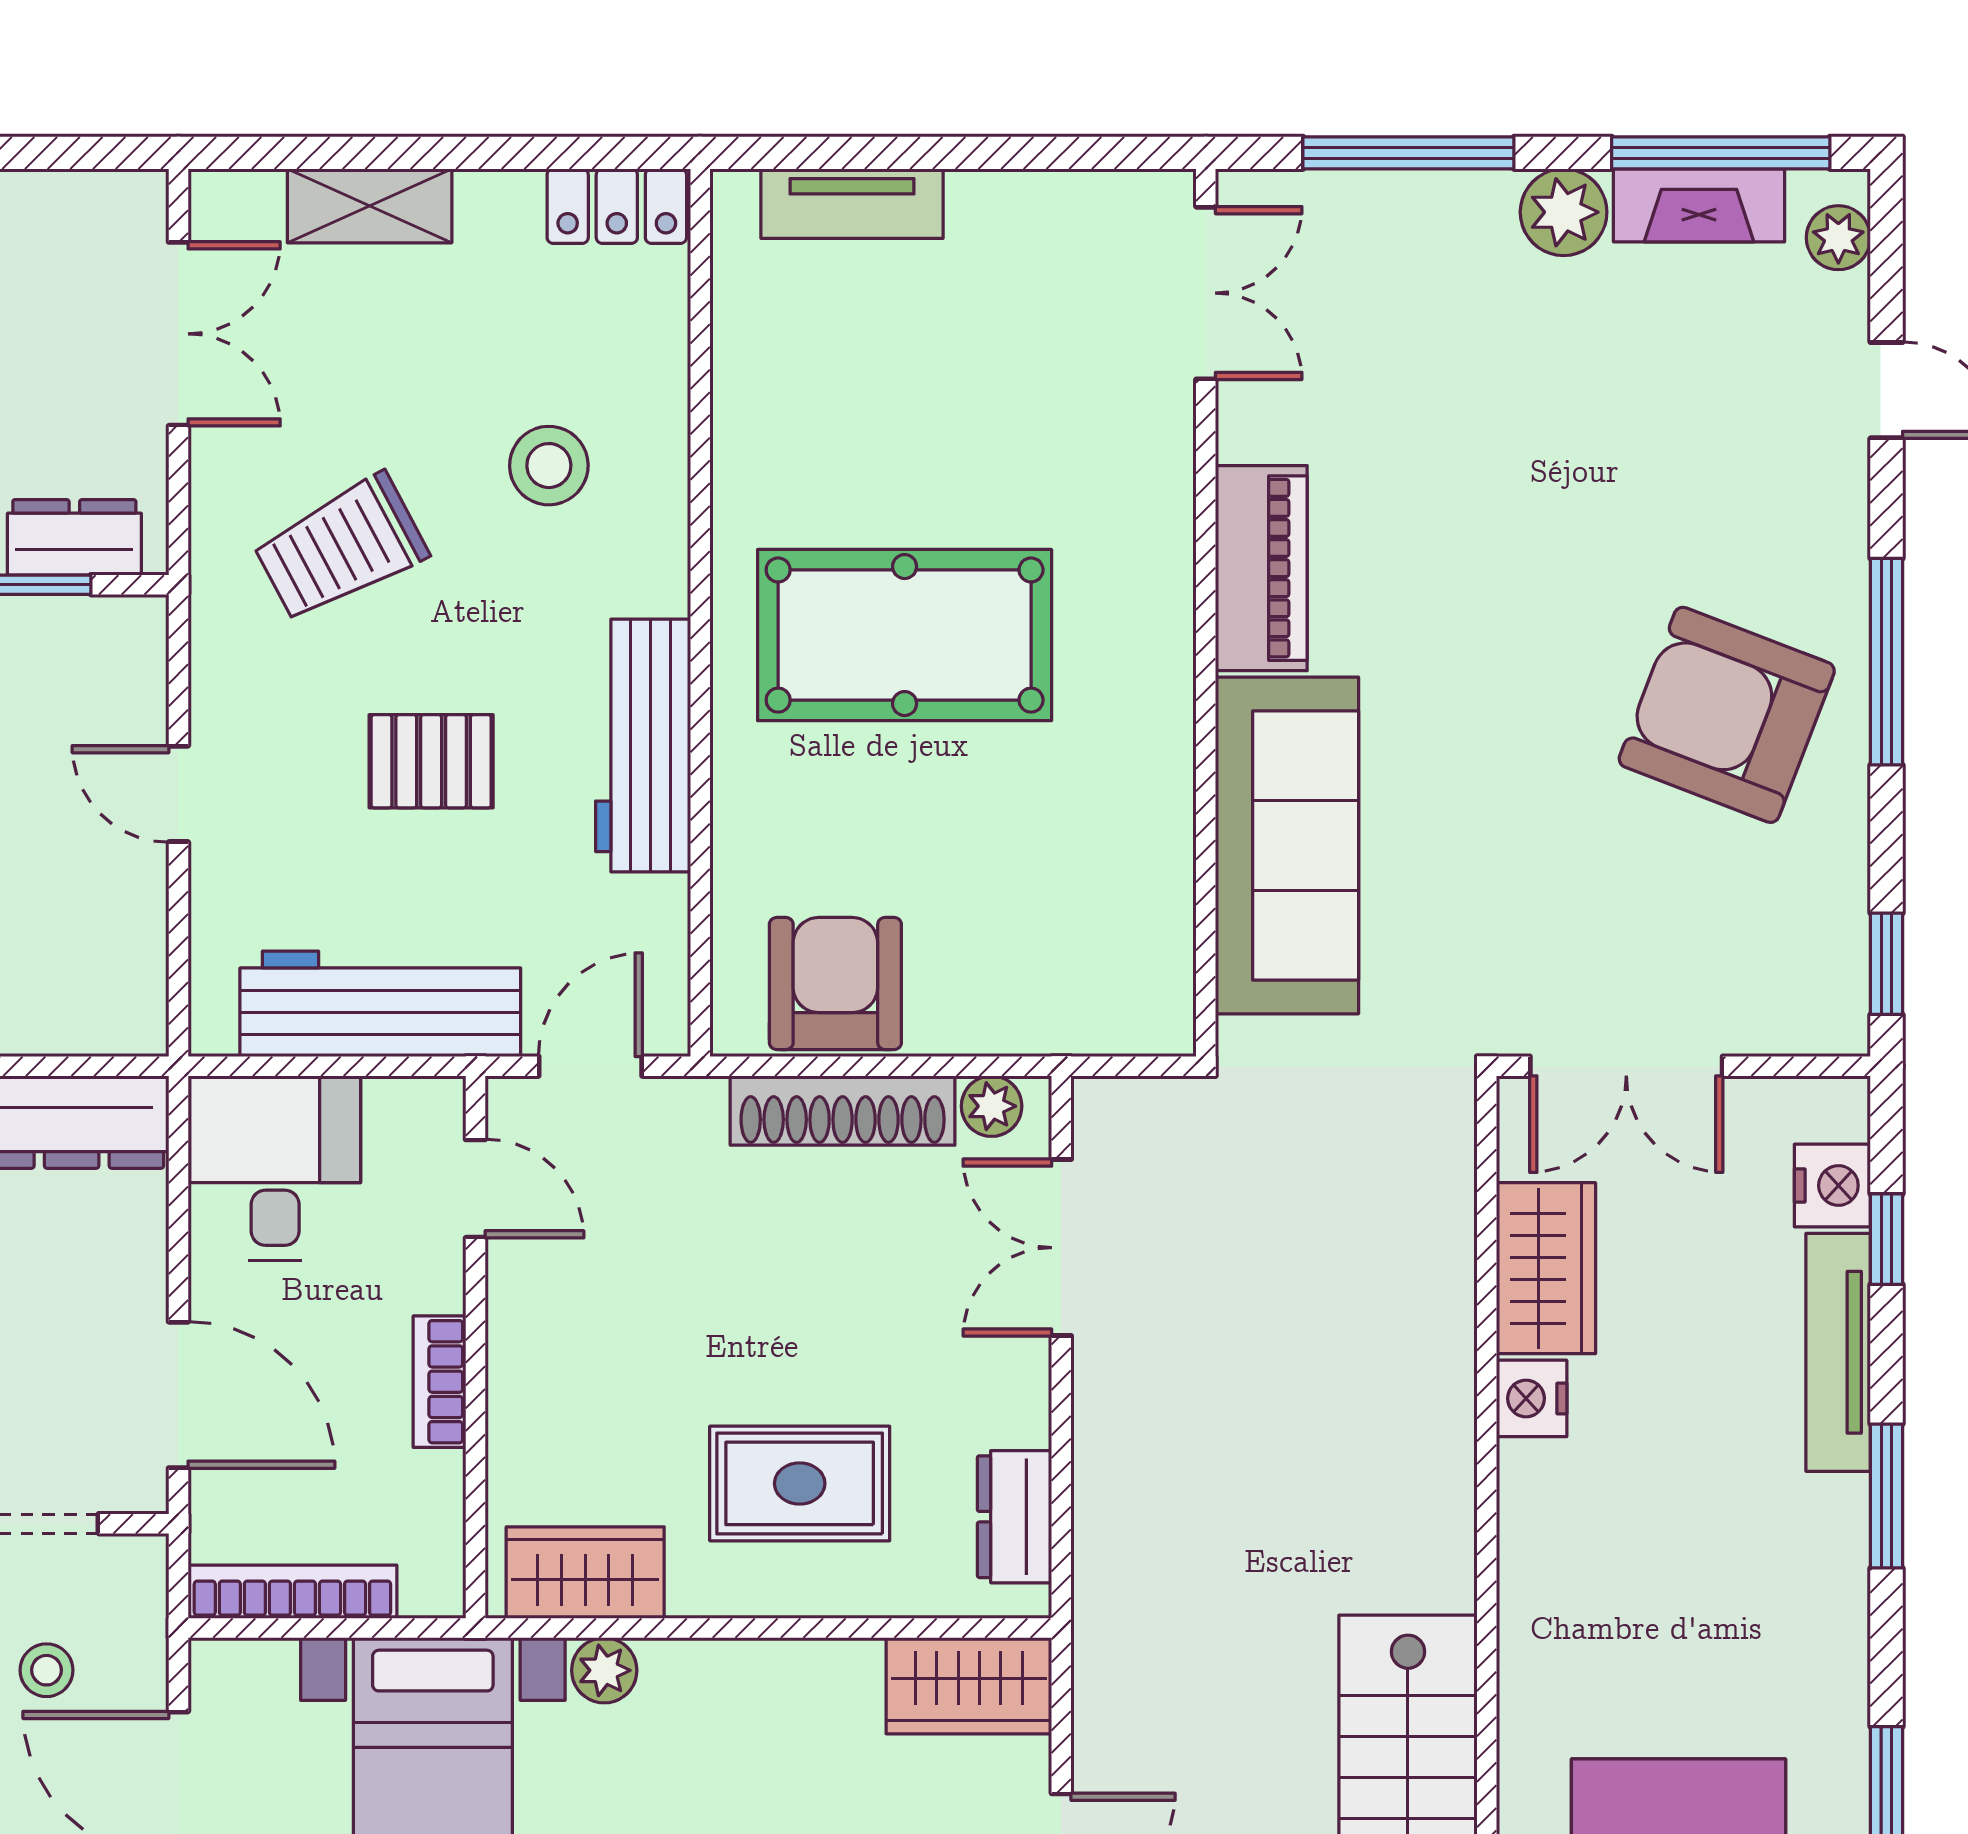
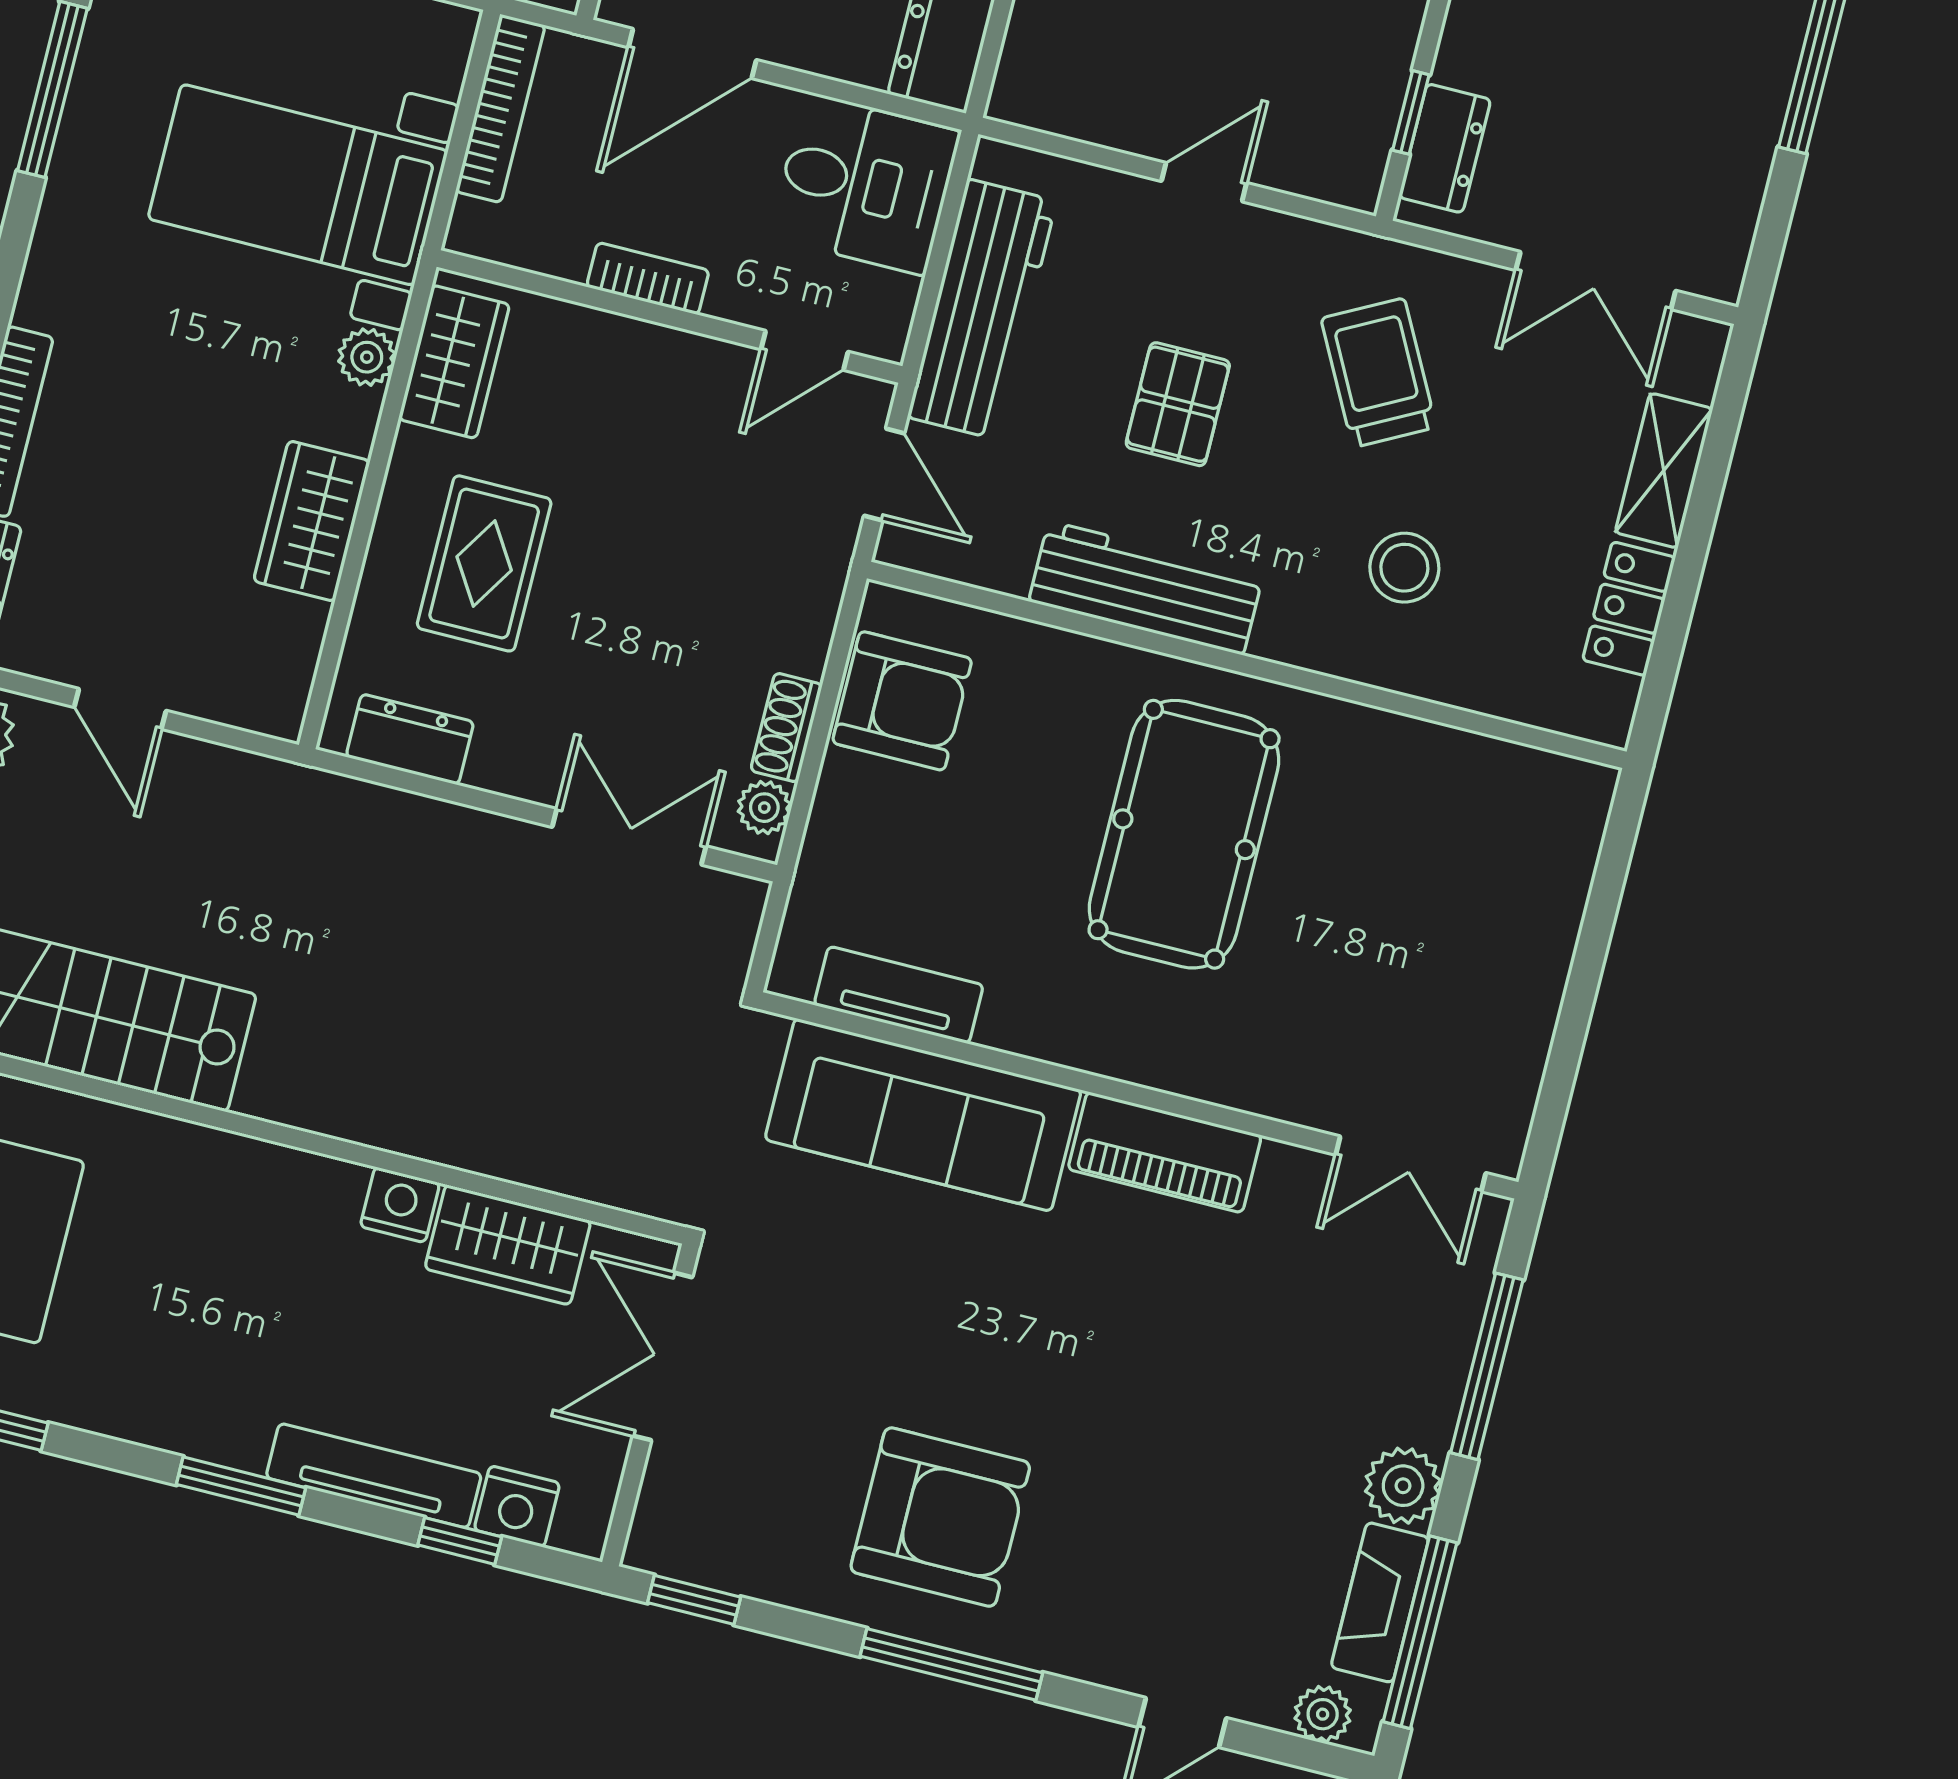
tv unit: (852, 204) -> (899, 995), moved, turned 90
locker: (617, 206) -> (1629, 609), moved
armchair: (1727, 715) -> (940, 1517), turned 69
shoe rack: (843, 1111) -> (786, 728), width x0.51, depth x0.81
wardrobe: (969, 1686) -> (312, 521), moved

